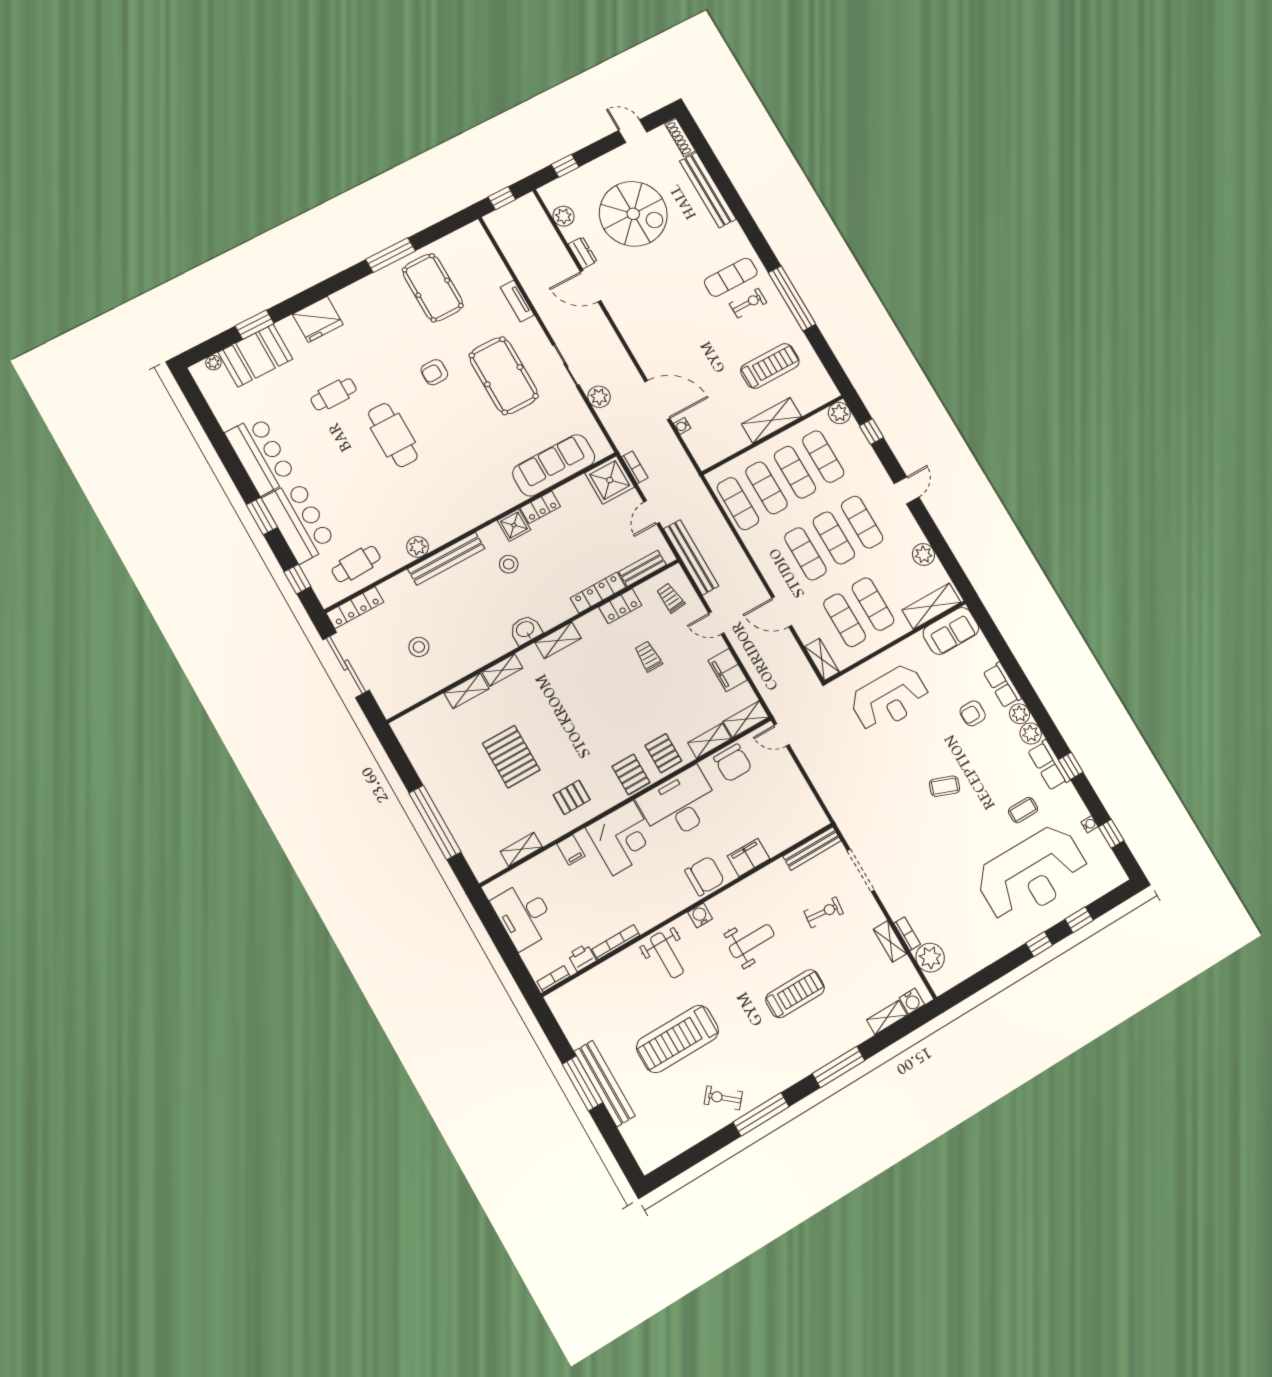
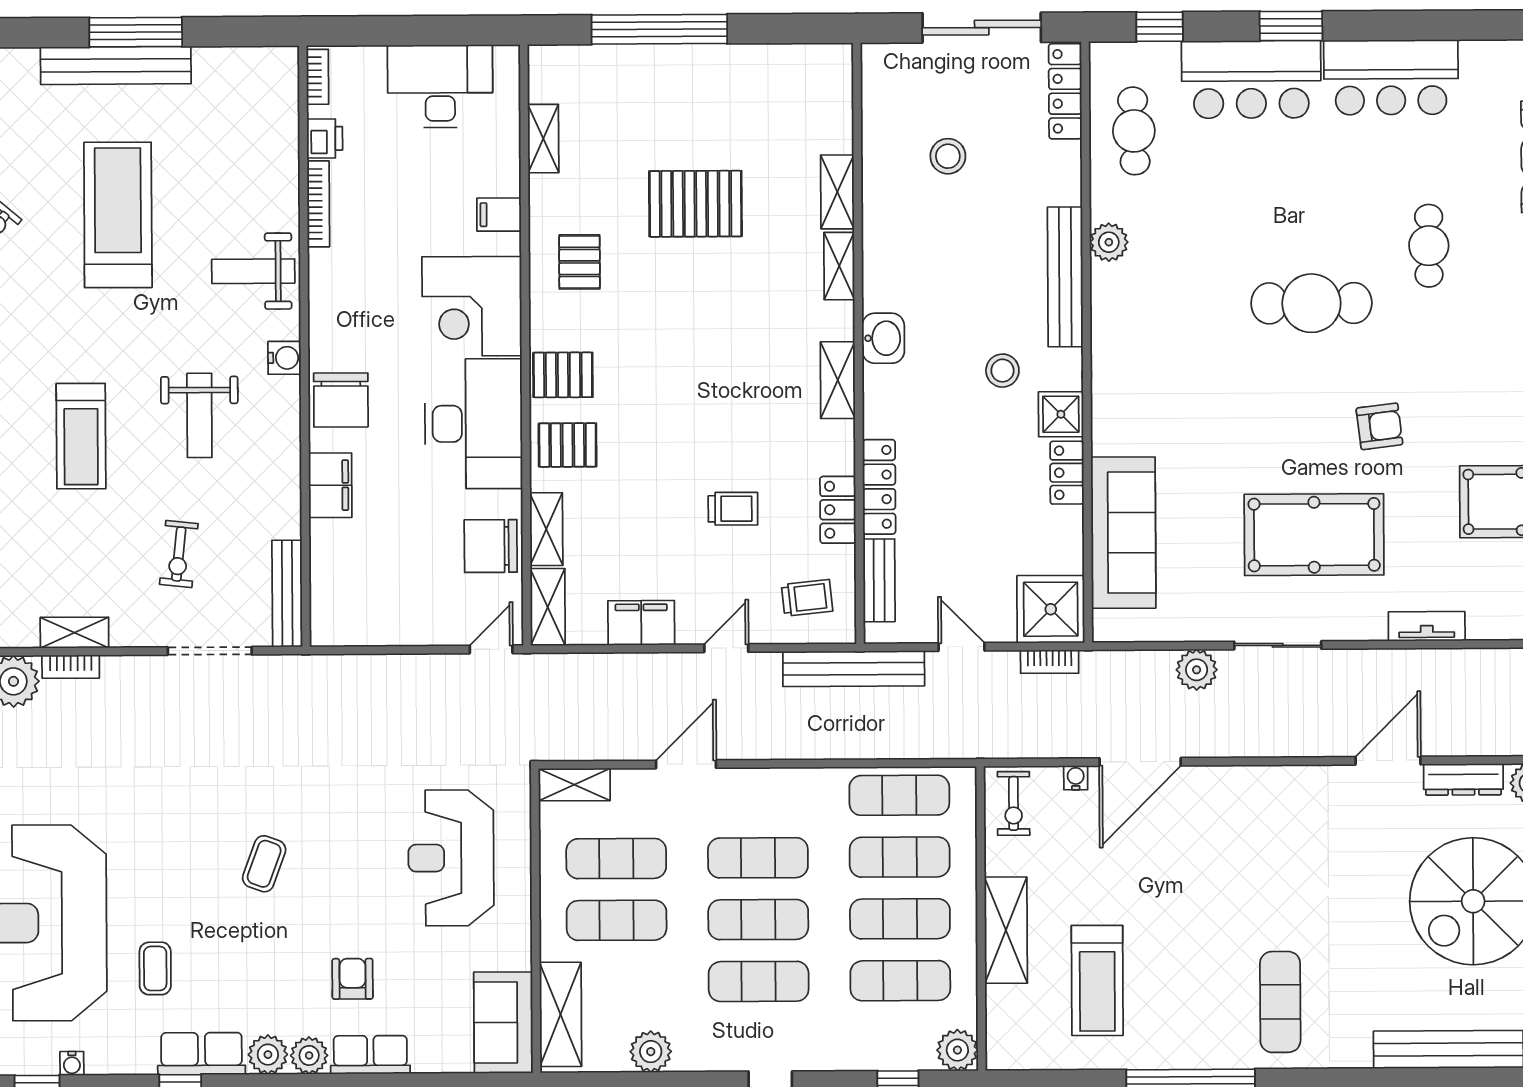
dresser: (583, 253) -> (1463, 779), width x1.44
exercise bike: (748, 303) -> (1014, 803), moved
armchair: (434, 372) -> (1379, 426), turned 83

